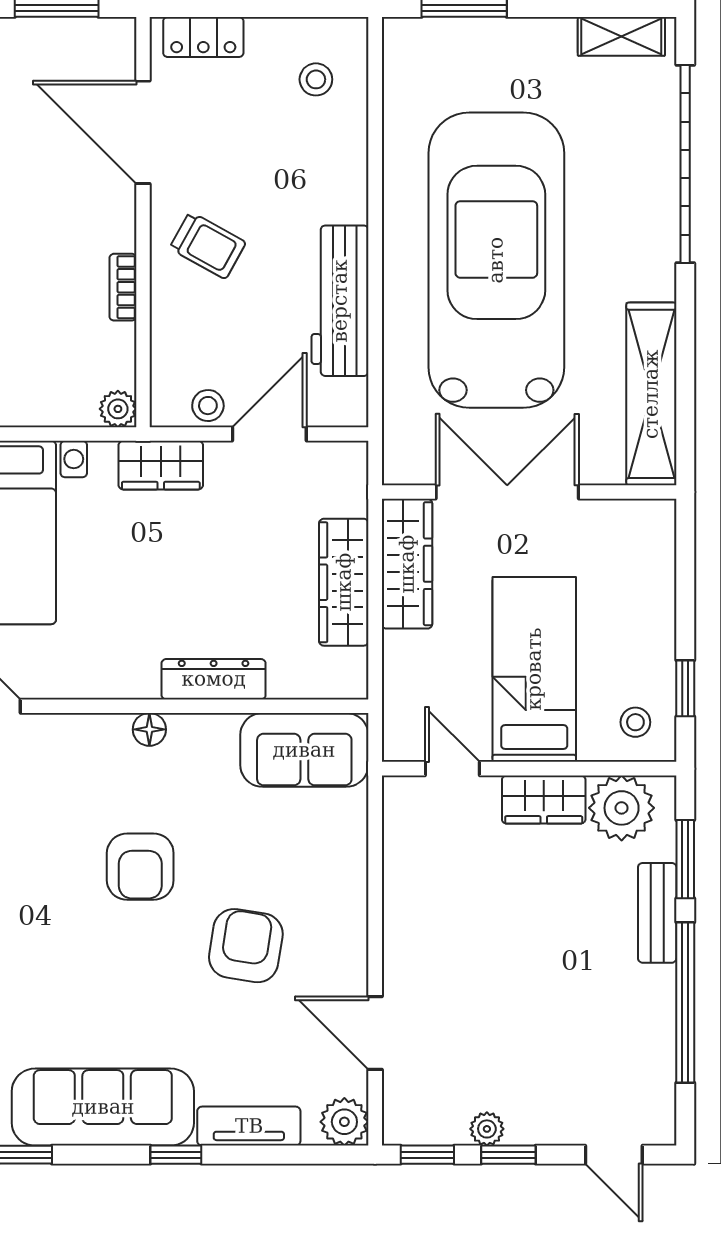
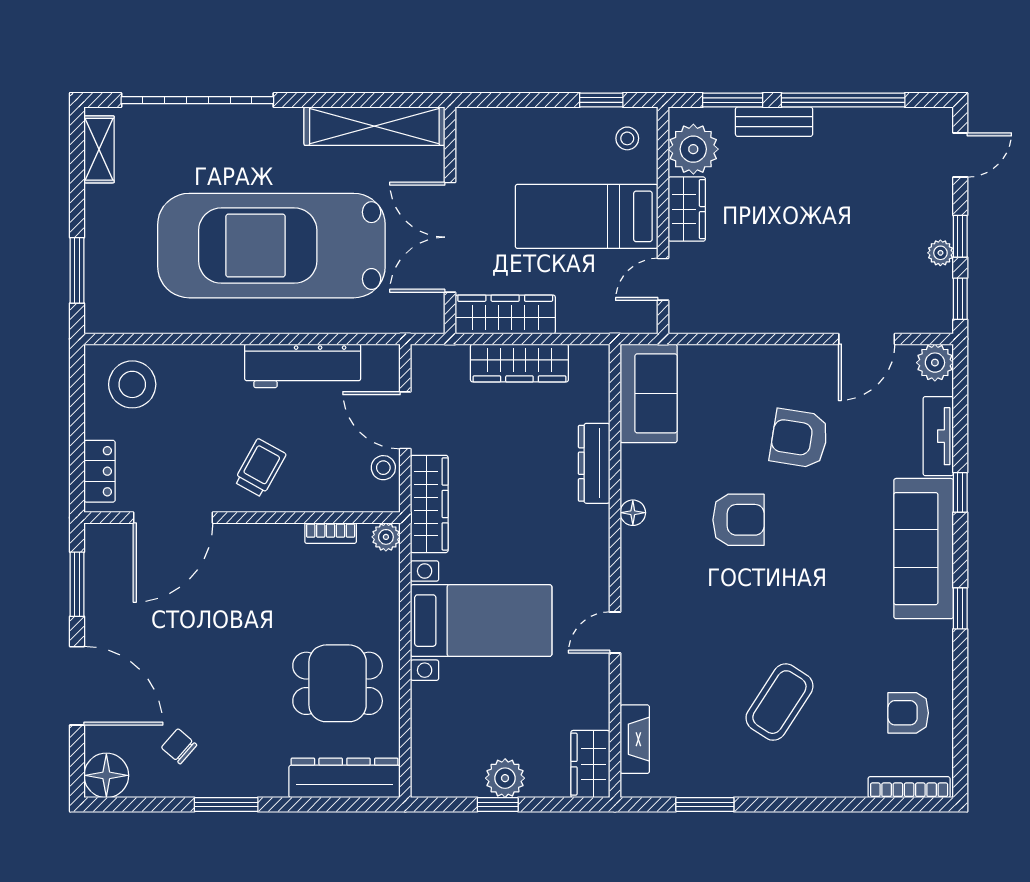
stool: (316, 79) -> (132, 384), width x1.89, depth x1.89
bookcase: (123, 287) -> (331, 533), moved
wardrobe: (161, 465) -> (429, 504), width x1.50

